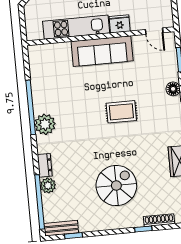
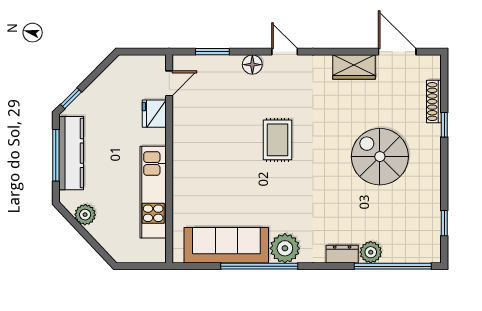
fridge: (120, 24) -> (154, 114), moved
sofa: (102, 51) -> (226, 245), moved, turned -90
bench: (61, 228) -> (432, 239), removed

